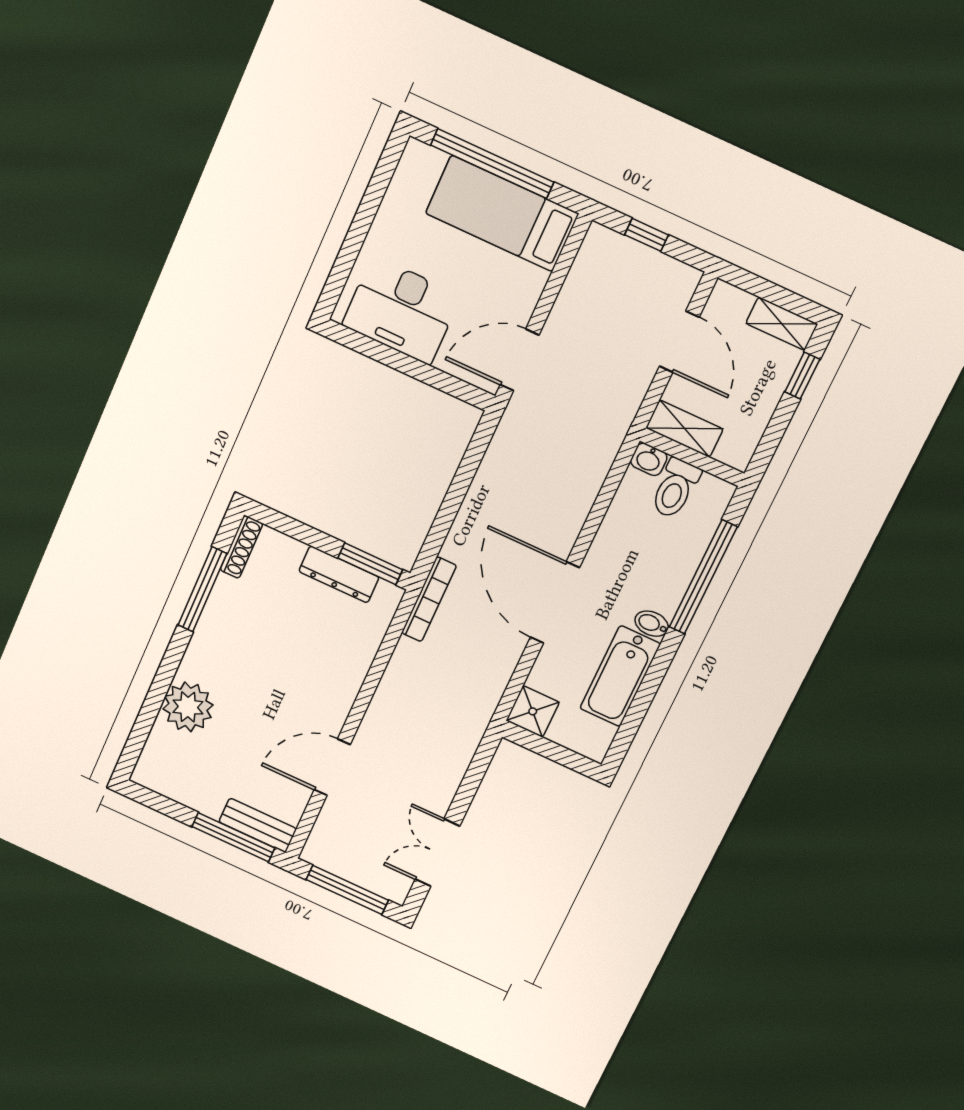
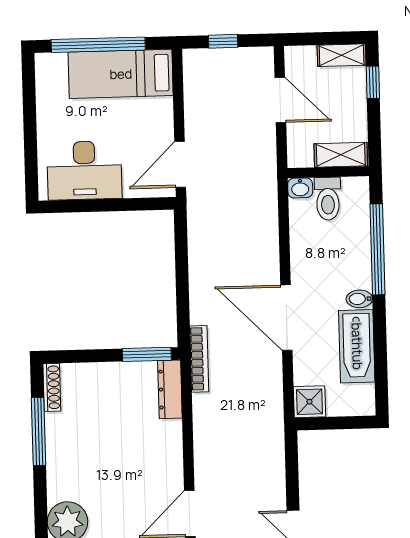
shelving: (684, 429) -> (341, 155), moved
dresser: (339, 574) -> (170, 389), moved, turned 90

